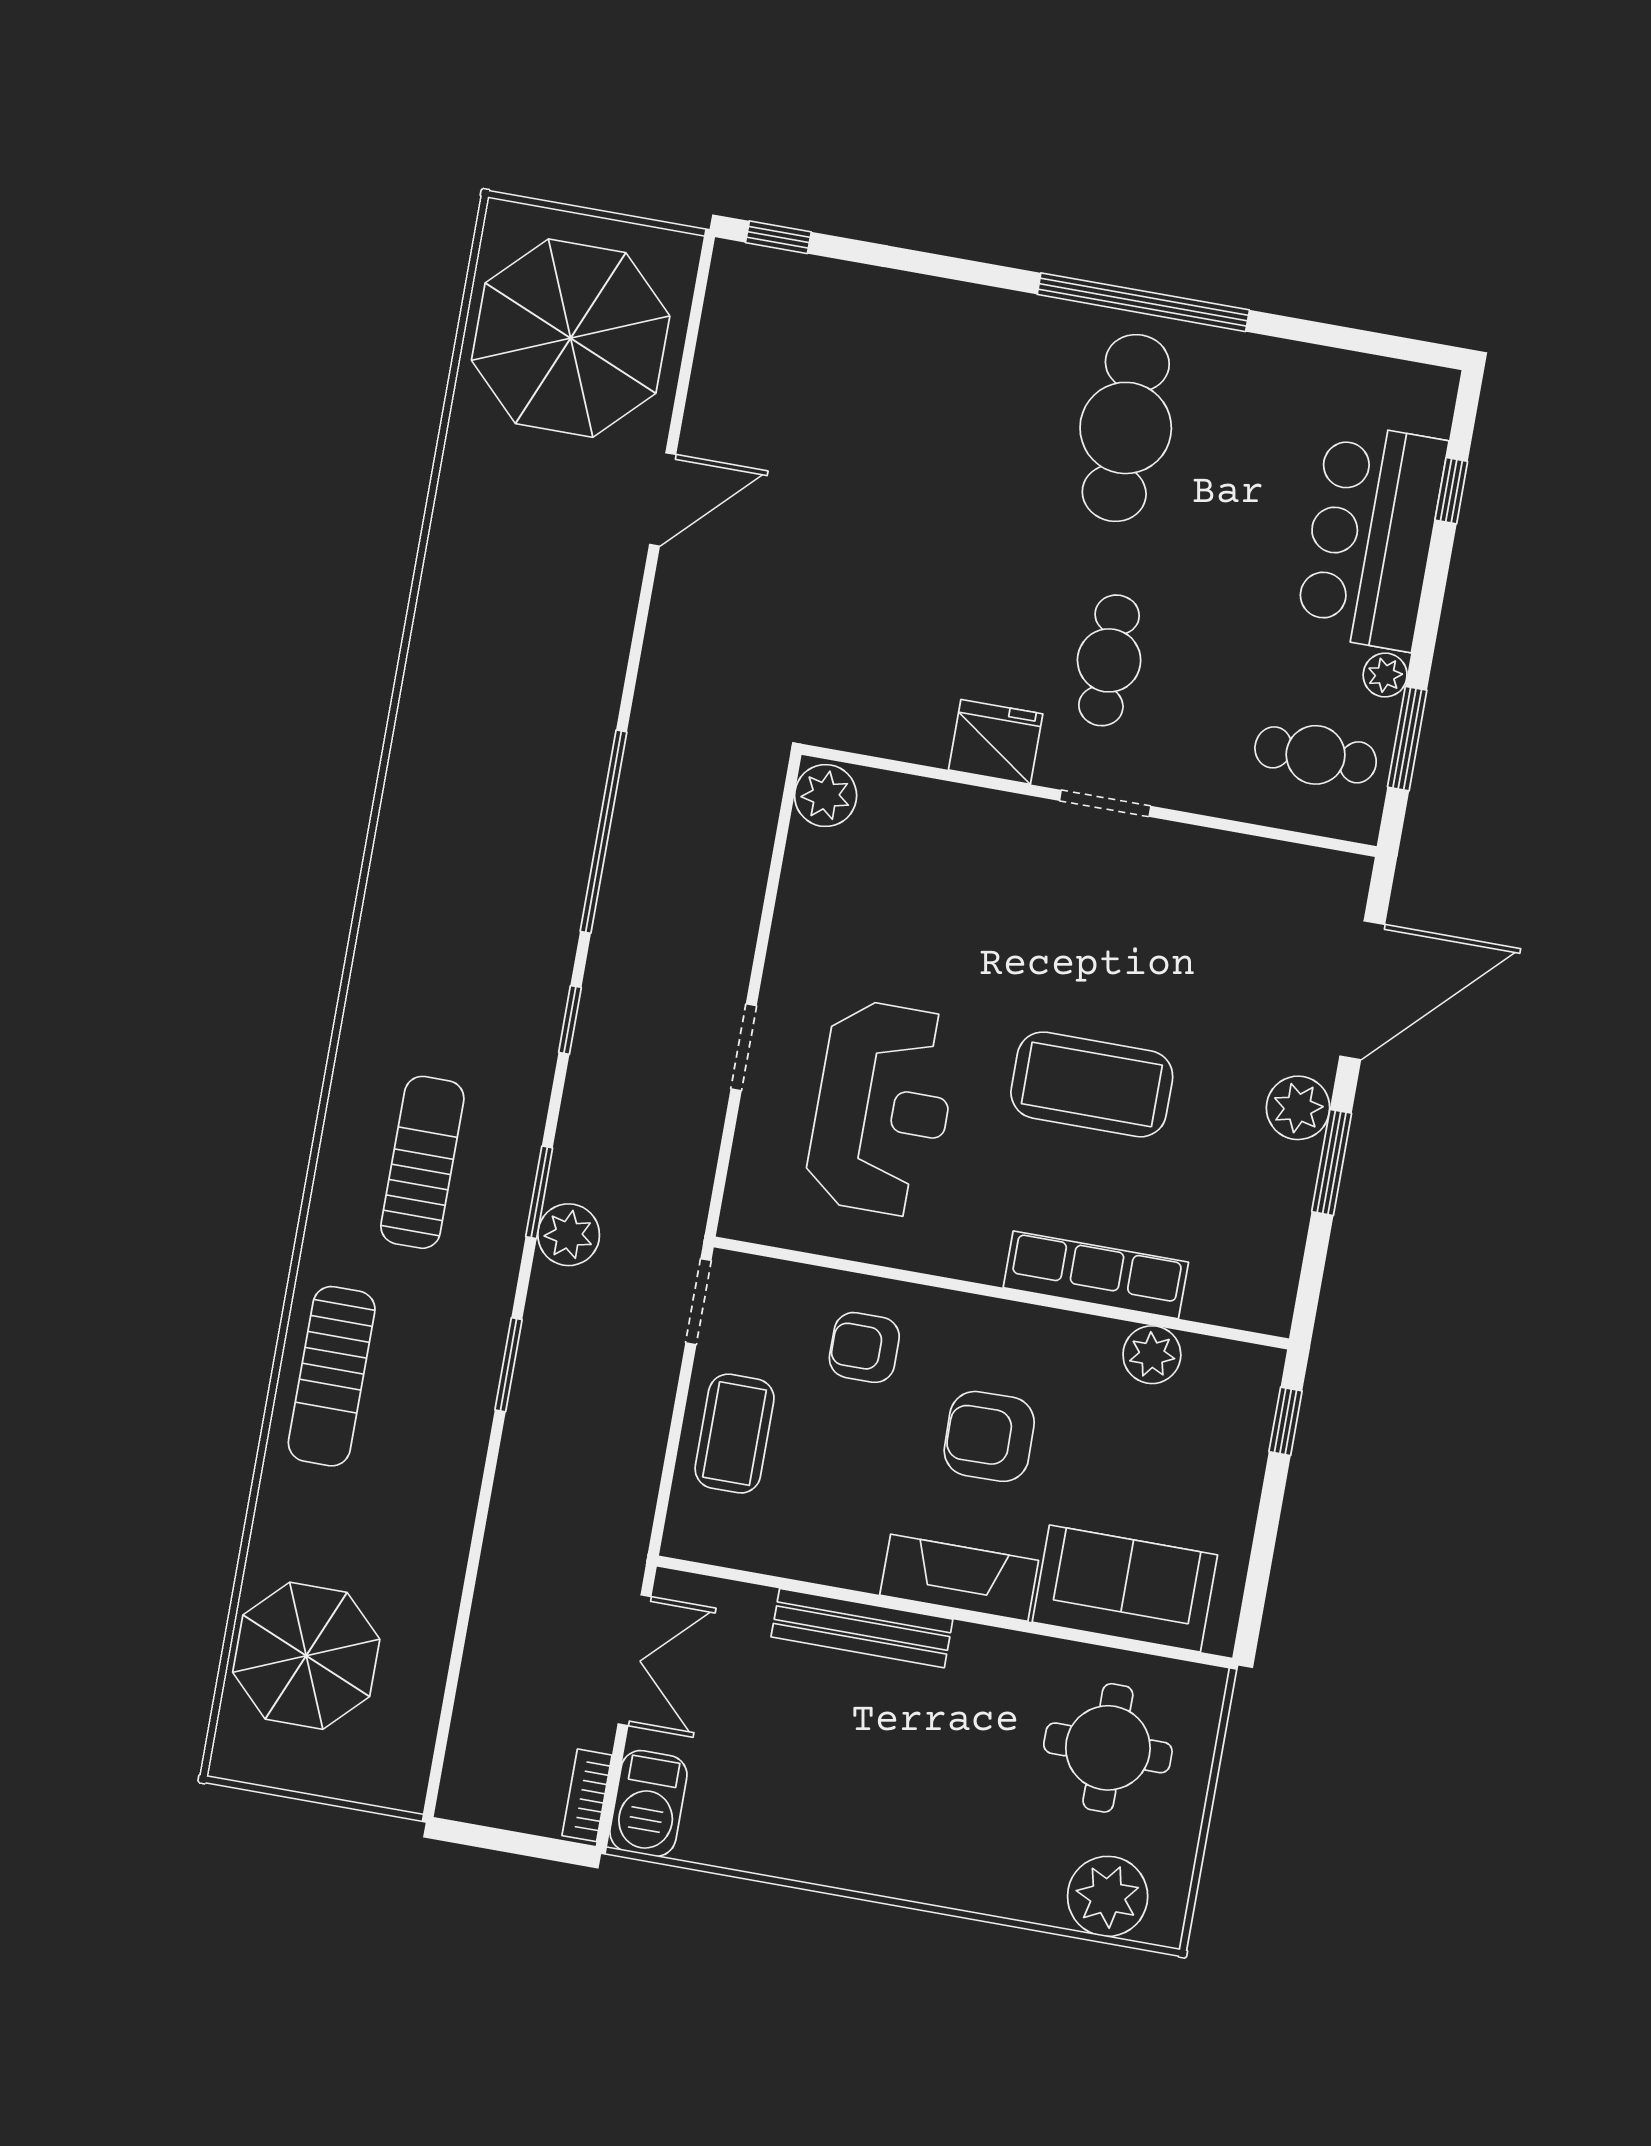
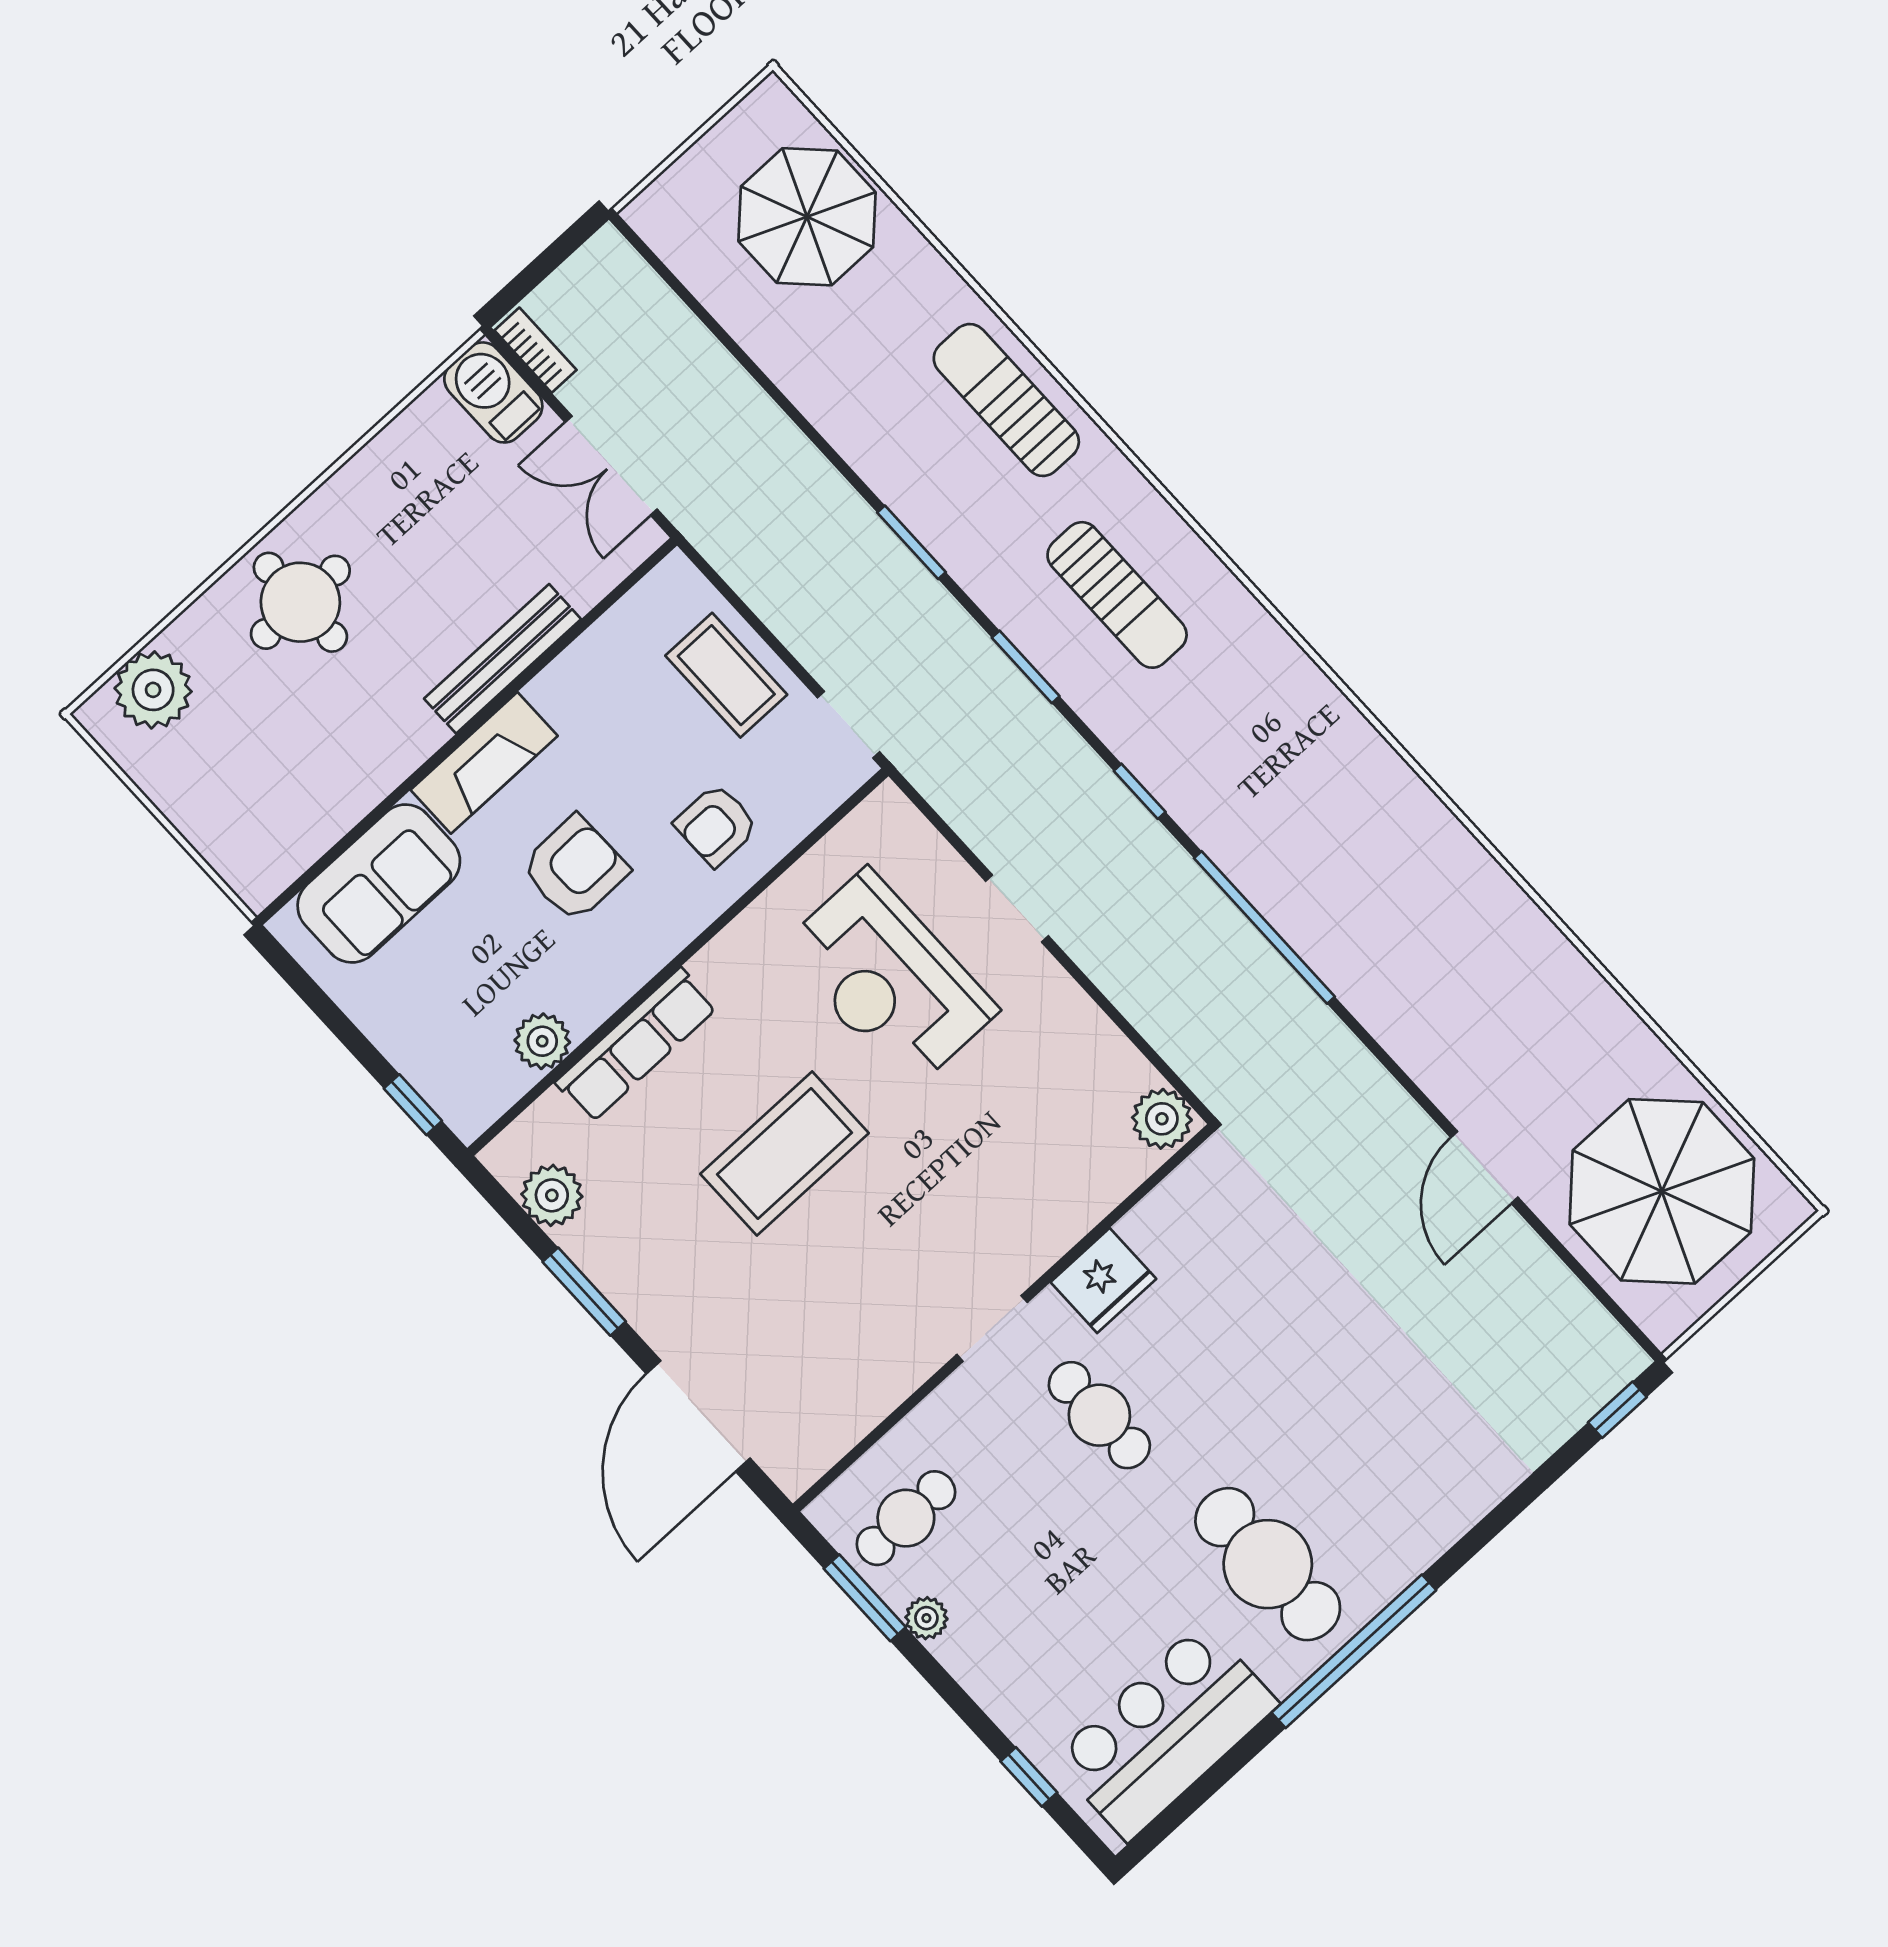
bar counter: (1371, 536) -> (1165, 1731), moved, turned -90
plant: (1298, 1108) -> (552, 1195), moved
plant: (569, 1235) -> (976, 665), removed
armchair: (864, 1347) -> (716, 825), turned 180
round table: (1108, 1748) -> (300, 602), moved

